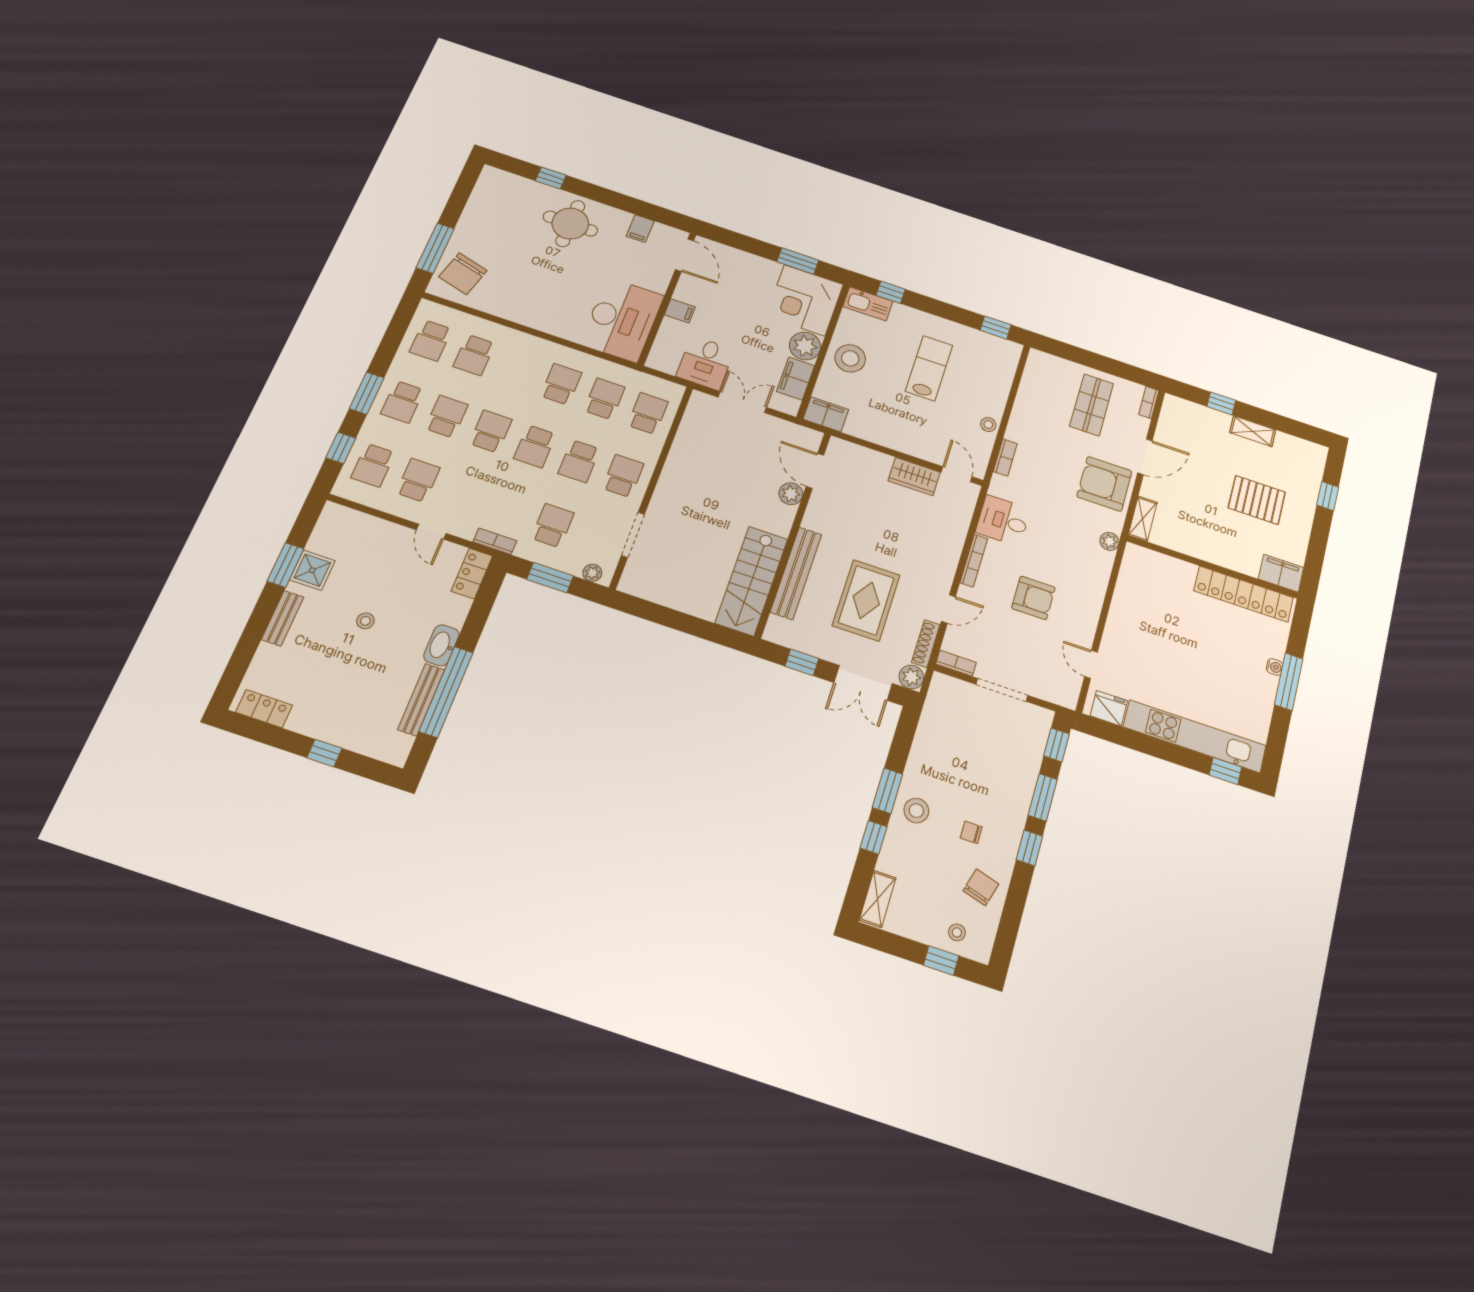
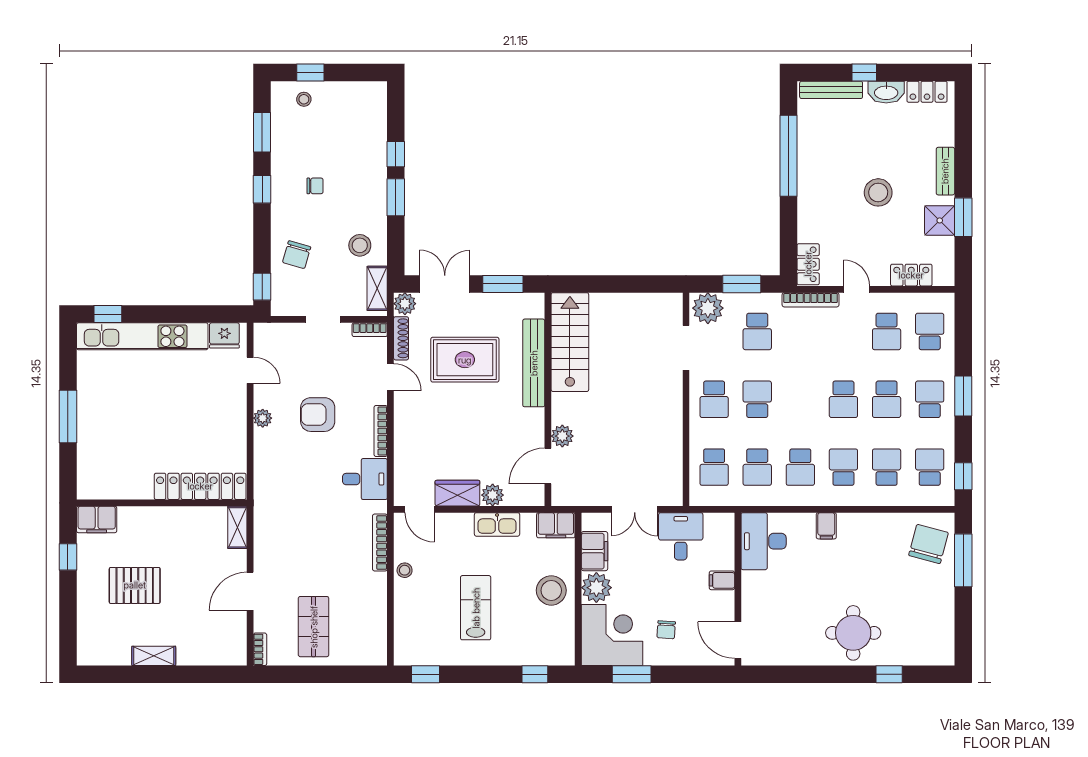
filing cabinet: (640, 229) -> (826, 526), moved, turned 180
chair: (750, 287) -> (666, 630), added
kitchen sink: (868, 304) -> (497, 524), moved, turned 180
desk: (622, 320) -> (764, 541), width x0.73, depth x0.77
lab bench: (929, 368) -> (476, 608), turned 180
window: (1221, 403) -> (190, 674), removed
school desk: (535, 446) -> (843, 467), moved
window: (341, 448) -> (963, 476), moved
bookcase: (1005, 458) -> (380, 543), width x1.56
plant: (880, 463) -> (493, 495), added
door: (815, 471) -> (548, 466), swing flipped
armchair: (1104, 484) -> (281, 550), removed
window: (1328, 496) -> (68, 557), moved
locker: (367, 526) -> (911, 275), added
bookcase: (495, 541) -> (811, 300), width x1.56
plant: (1109, 541) -> (263, 418), moved
plant: (592, 573) -> (708, 308), width x1.87, depth x1.87
locker: (1244, 594) -> (200, 486), moved
rug: (866, 600) -> (465, 360), turned 90
door: (948, 609) -> (390, 377), swing flipped
stool: (365, 621) -> (878, 192), width x1.89, depth x1.89
washbasin: (441, 645) -> (886, 92), moved, turned 90
window: (802, 662) -> (503, 284), width x1.50
water cooler: (1275, 667) -> (84, 426), removed
doorway: (1002, 690) -> (323, 319), width x0.73
bench: (421, 700) -> (831, 90), moved, turned 90
window: (1043, 797) -> (262, 132), moved
stool: (916, 811) -> (360, 245), moved
chair: (981, 887) -> (297, 255), moved
shelving: (878, 899) -> (377, 288), moved

